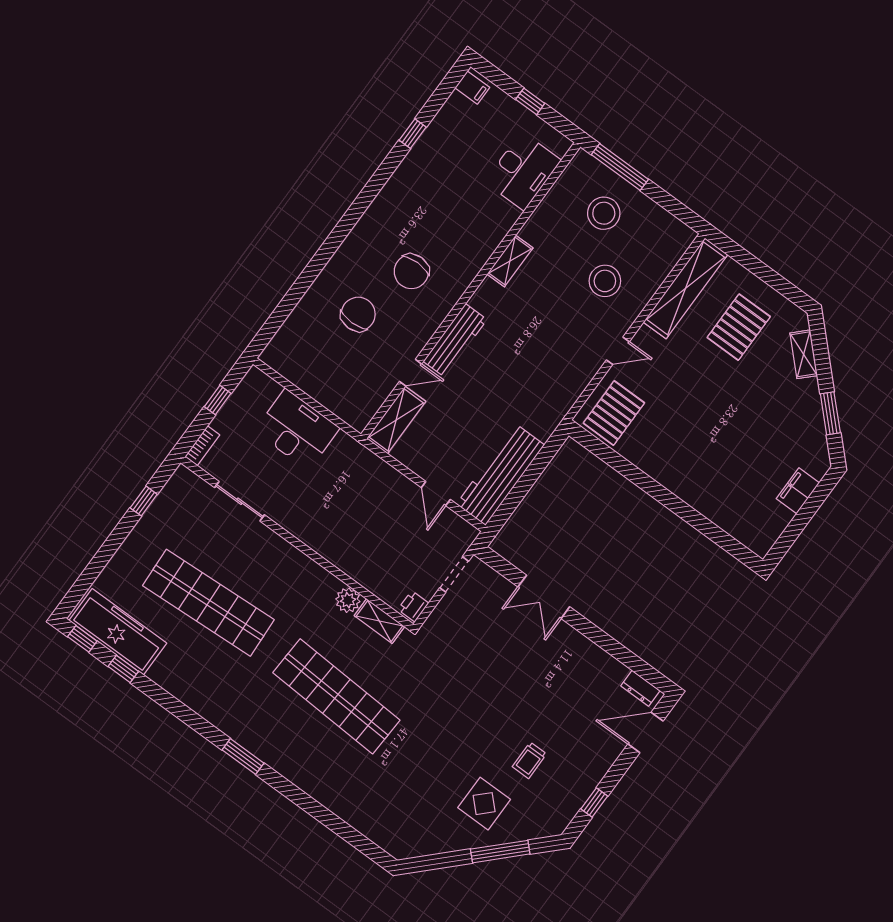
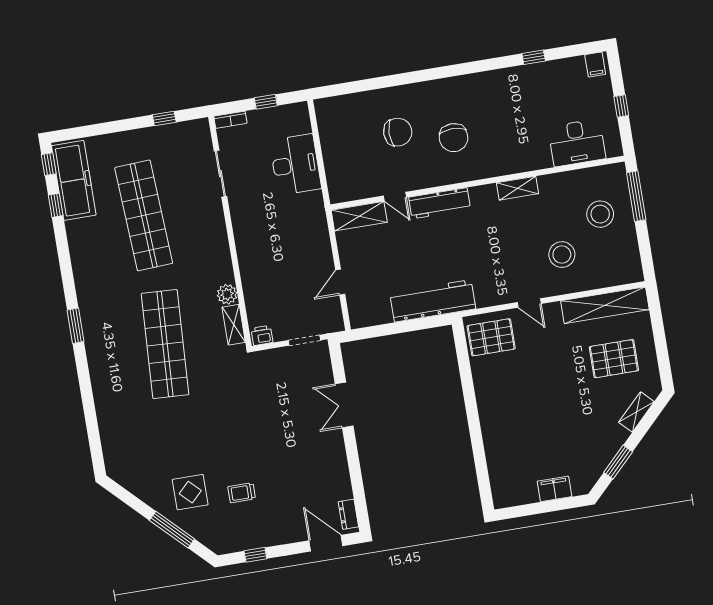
chair: (411, 271) -> (454, 138), turned -90
workbench: (500, 474) -> (433, 301), moved

